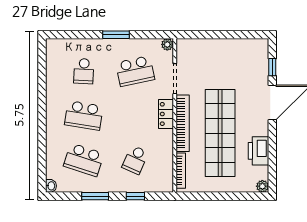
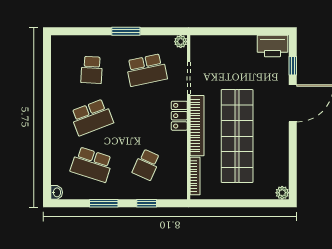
school desk: (84, 115) -> (92, 117), turned -30
printer: (258, 151) -> (272, 46), moved, turned -90

